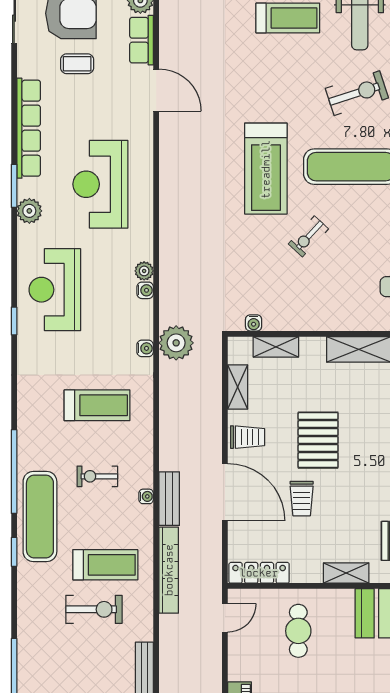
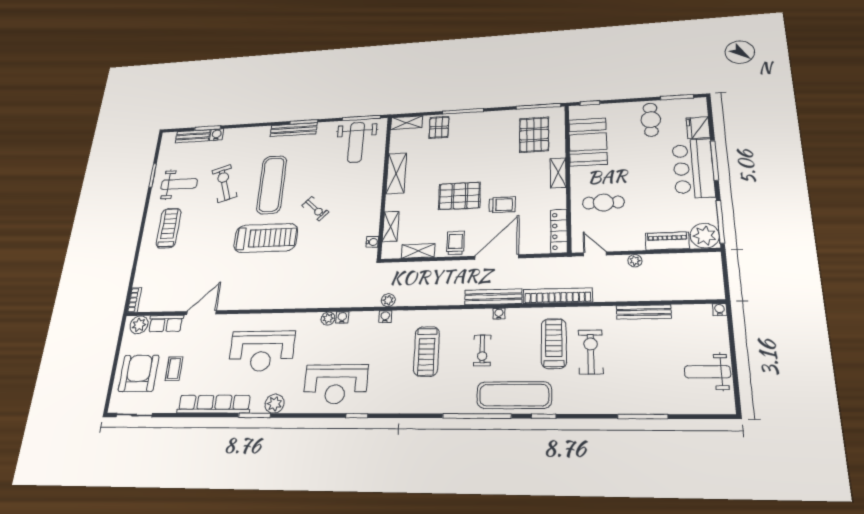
plant: (176, 343) -> (388, 300), width x0.53, depth x0.53
treadmill: (97, 405) -> (426, 351), turned 180
bench: (169, 499) -> (493, 297), width x1.36
plant: (214, 667) -> (635, 261), added

